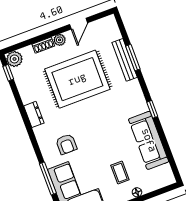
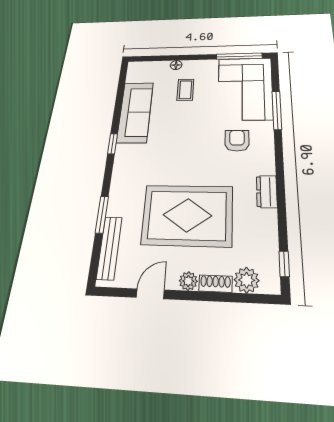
plant: (14, 59) -> (247, 280), moved
bench: (125, 60) -> (109, 248), moved

